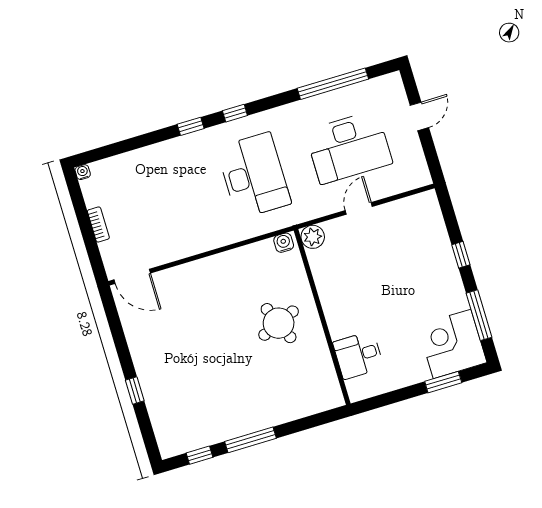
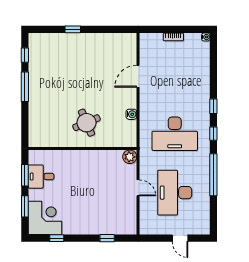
window: (333, 84) -> (213, 175), moved
water cooler: (284, 243) -> (131, 114), moved
window: (461, 255) -> (107, 238), moved
door: (132, 276) -> (138, 76), moved
window: (479, 315) -> (57, 238), width x0.46
desk: (358, 355) -> (41, 177), moved, turned -90
window: (393, 397) -> (25, 175), added

